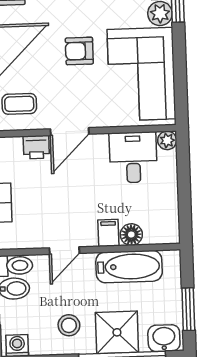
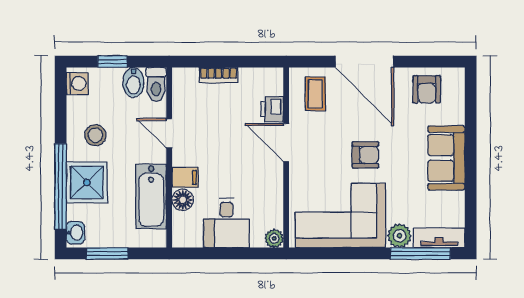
armchair: (79, 51) -> (365, 155), turned 90
desk: (133, 157) -> (226, 223), moved, turned 90
washbasin: (164, 338) -> (75, 233), width x0.72, depth x0.69

